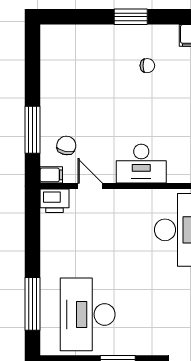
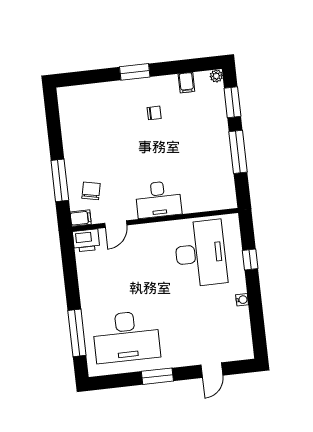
door: (90, 186) -> (116, 224), swing flipped
desk: (88, 314) -> (126, 337), turned -90

